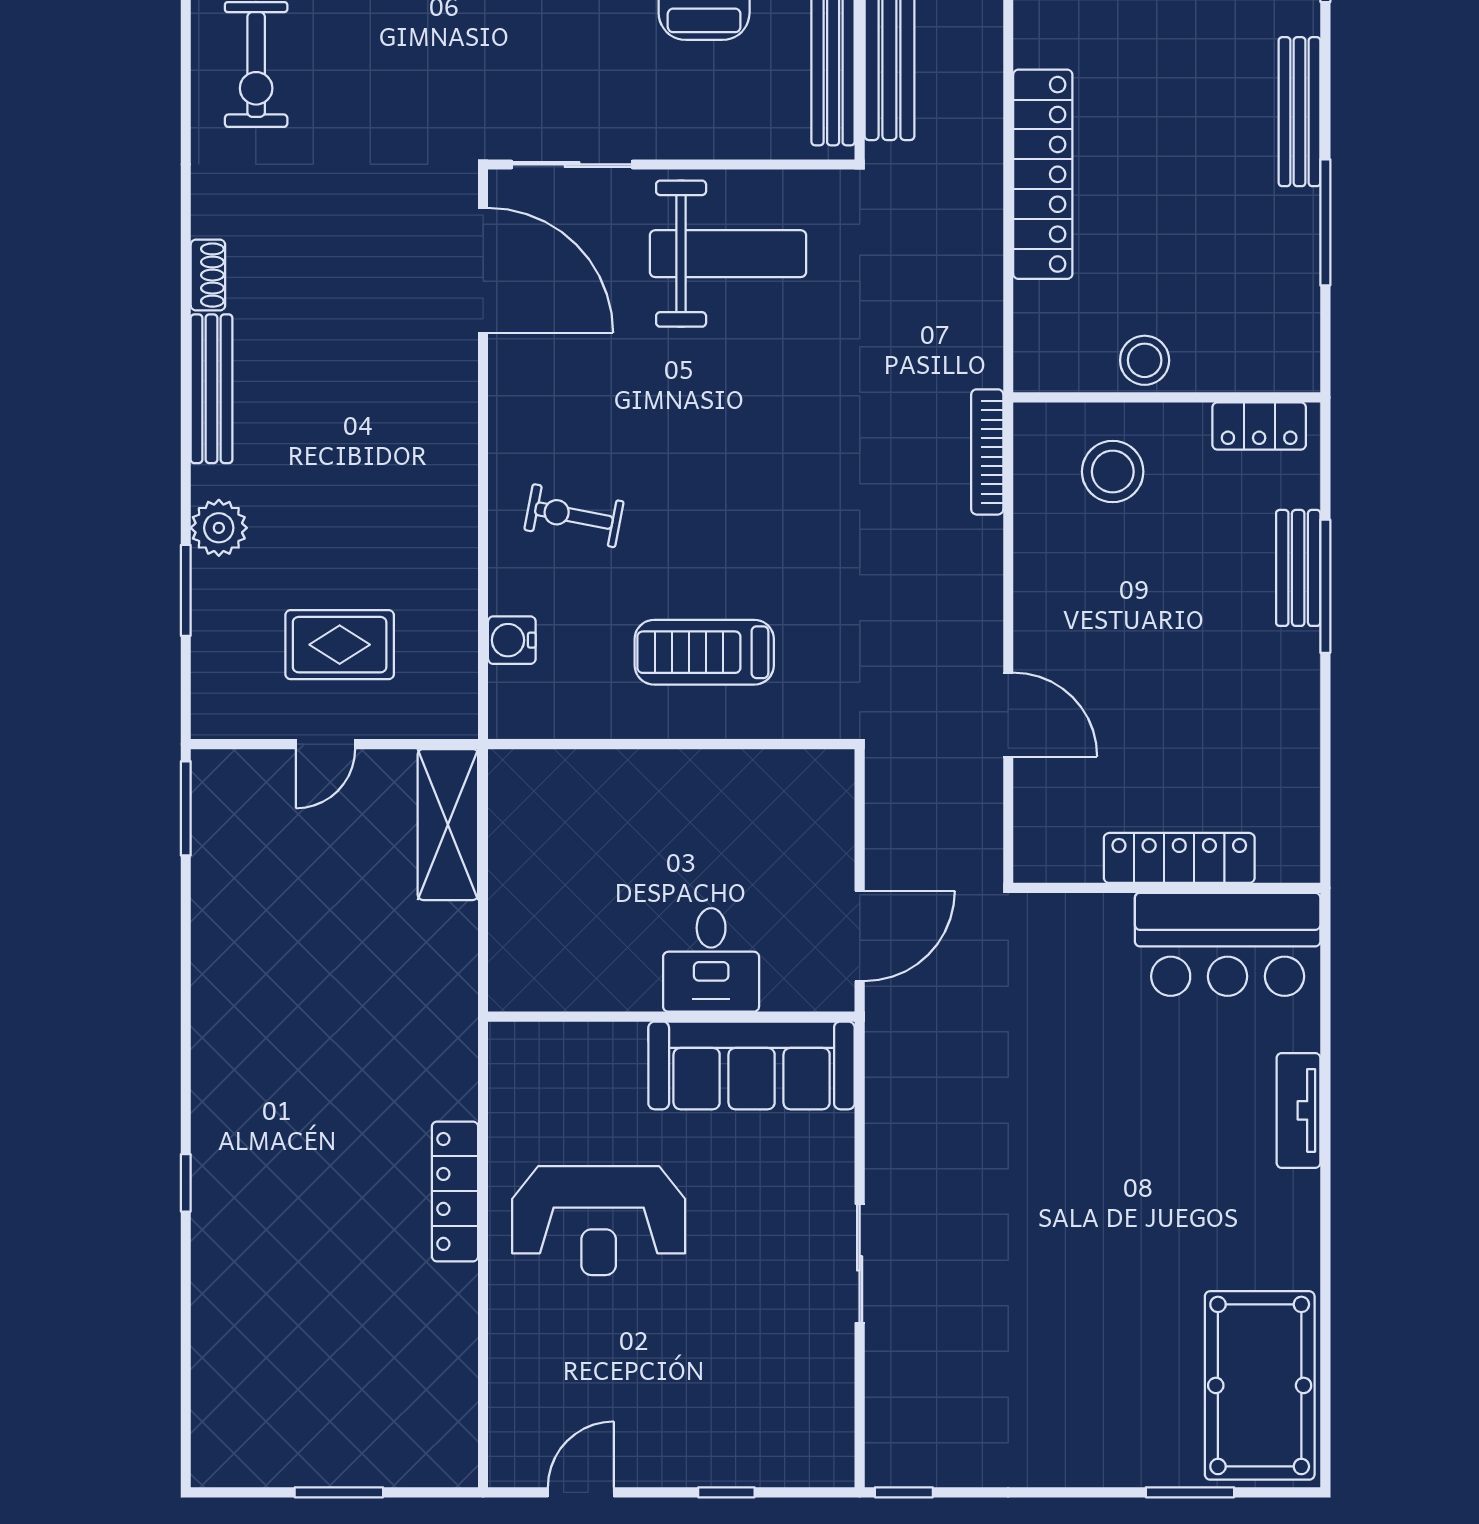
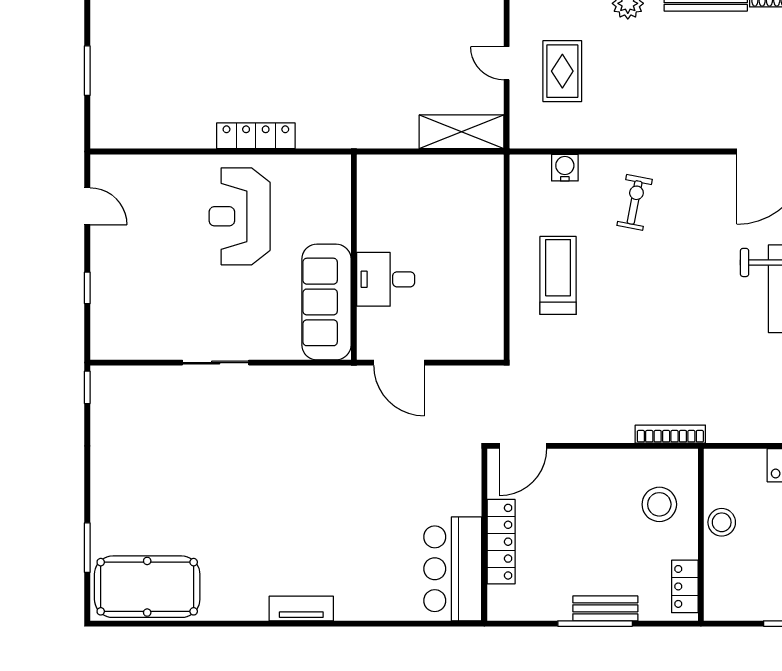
locker: (1179, 858) -> (501, 542), moved
wall: (1167, 888) -> (484, 535), moved
bar counter: (1228, 944) -> (453, 569), moved

